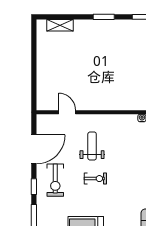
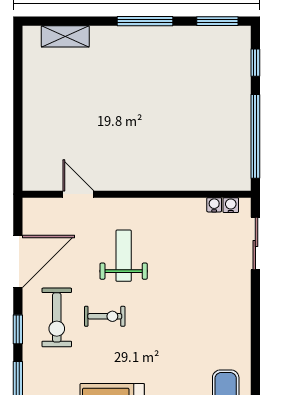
window: (104, 17) -> (145, 21), width x1.44
exercise bike: (95, 179) -> (105, 316), moved

